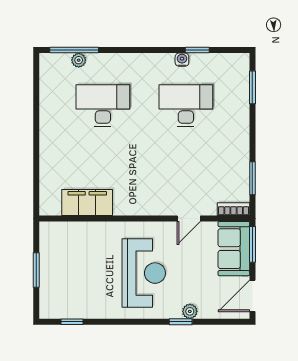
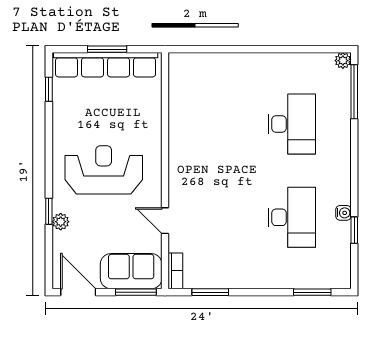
plant: (79, 60) -> (343, 61), moved
filing cabinet: (87, 202) -> (183, 106), removed
row of seats: (50, 271) -> (106, 65), added
reception desk: (144, 273) -> (104, 170), turned 180

